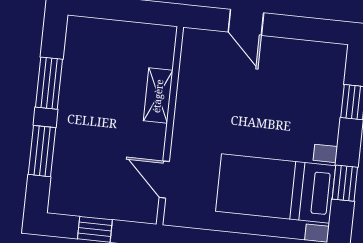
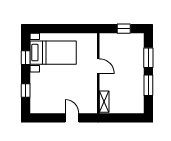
shelving: (158, 96) -> (104, 102), moved
door: (164, 180) -> (98, 66), moved

